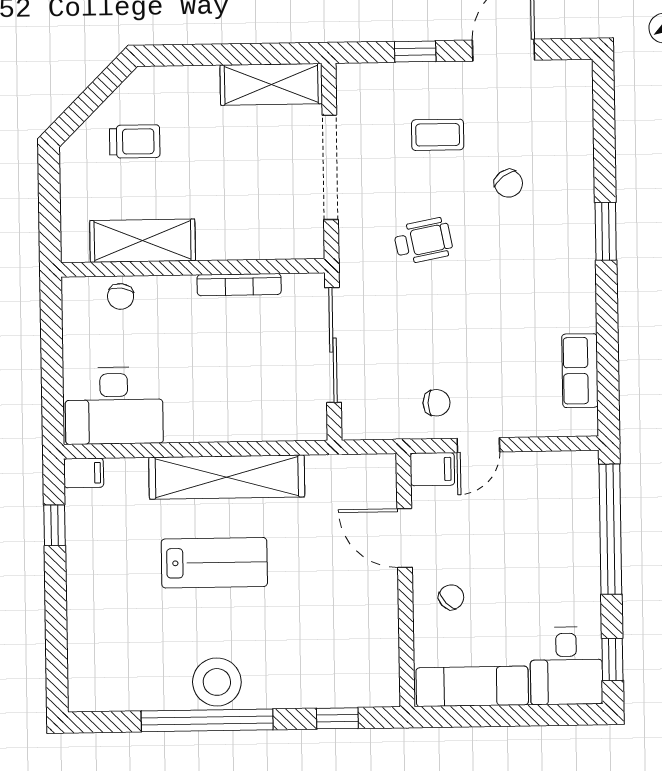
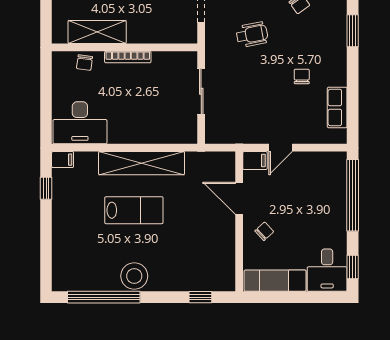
bookcase: (239, 285) -> (128, 57), moved
sliding door: (333, 345) -> (201, 91), width x0.73
chair: (437, 403) -> (302, 76), moved, turned -90
window: (207, 720) -> (104, 297), moved

